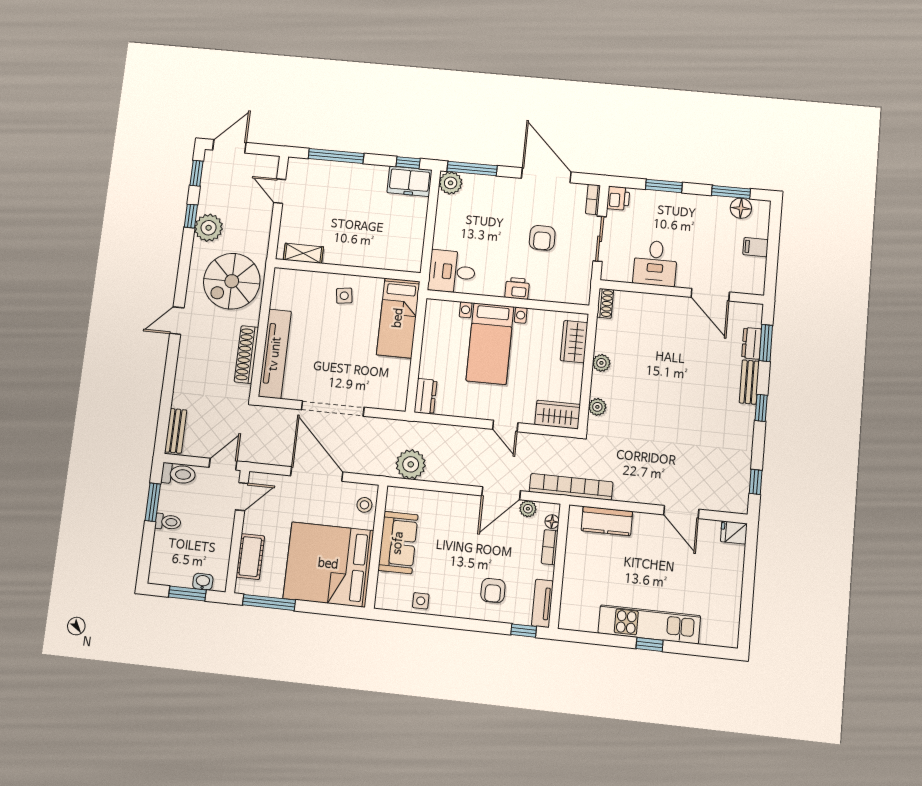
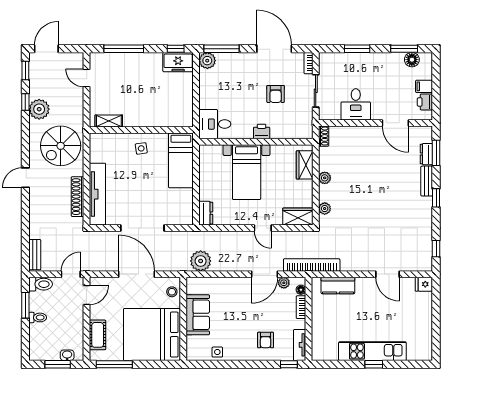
printer: (618, 198) -> (425, 102), moved, turned 180

